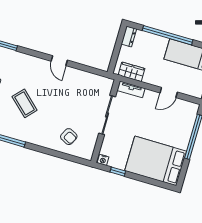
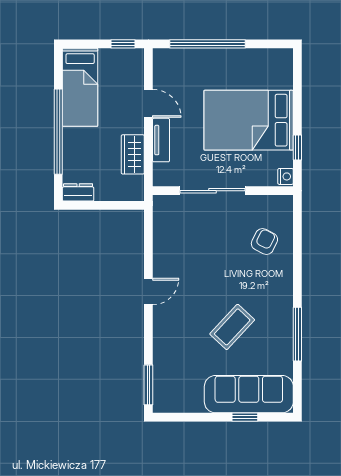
wardrobe: (131, 72) -> (133, 154), moved
tv unit: (131, 89) -> (161, 140), moved
bed: (156, 161) -> (249, 120), moved, turned 90

